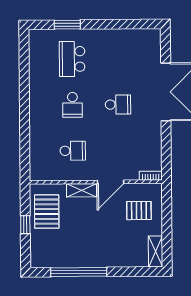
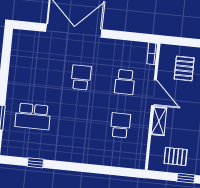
window: (24, 67) -> (35, 163), added
school desk: (72, 105) -> (125, 82), moved, turned 90
pallet: (47, 212) -> (176, 156), width x0.67, depth x0.71

